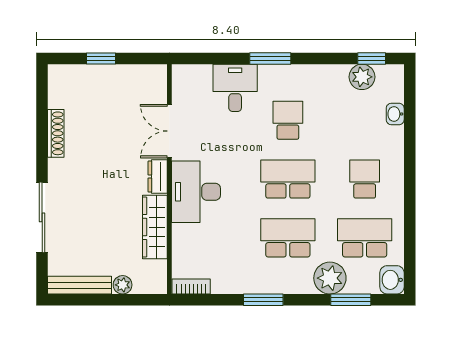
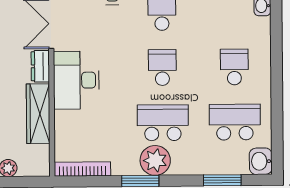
school desk: (288, 179) -> (162, 68), width x0.54
plant: (330, 278) -> (155, 160), moved
bookcase: (191, 286) -> (83, 169), width x1.56

